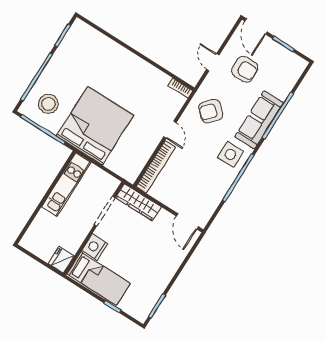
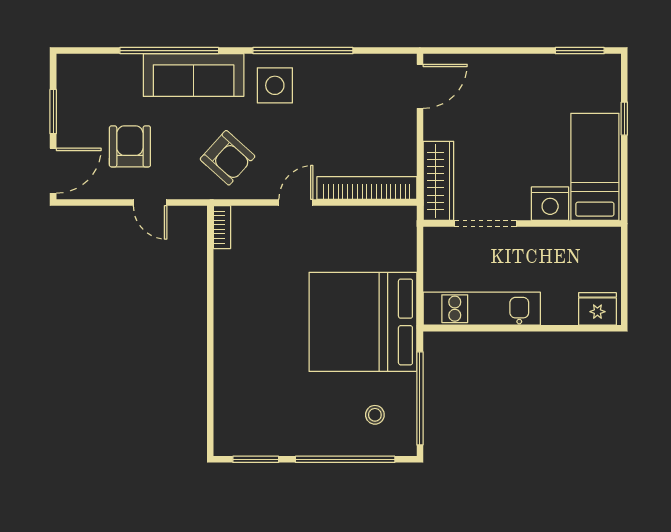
door: (213, 62) -> (150, 203), hinge flipped
stool: (48, 104) -> (375, 415), width x0.53, depth x0.53
fridge: (61, 260) -> (597, 309), moved, turned 180

